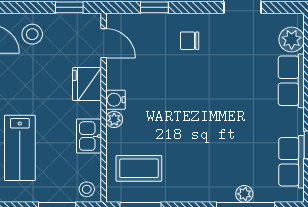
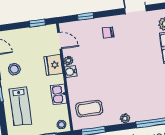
stool: (32, 34) -> (14, 69), moved
plant: (114, 119) -> (68, 61), moved
plant: (244, 194) -> (125, 118), moved

